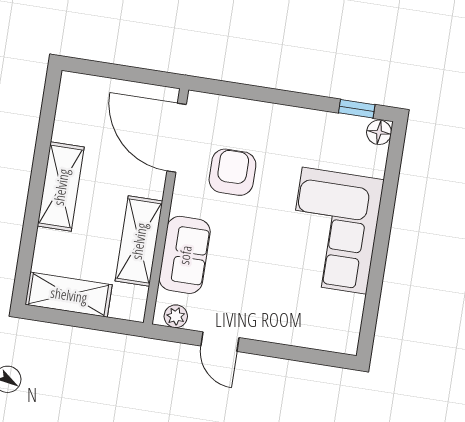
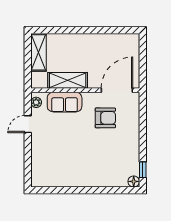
shelving: (61, 187) -> (87, 41), removed
corner sofa: (334, 231) -> (86, 168), removed

